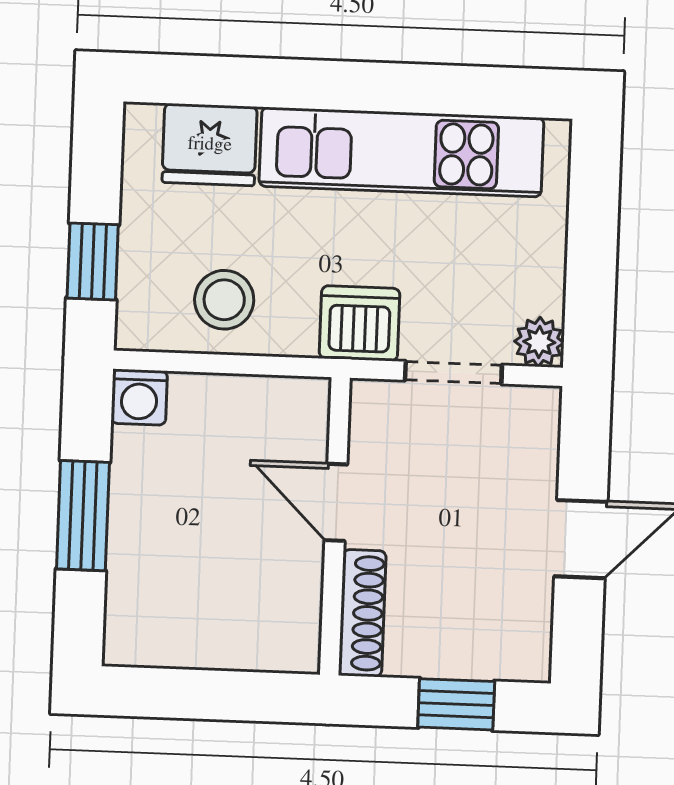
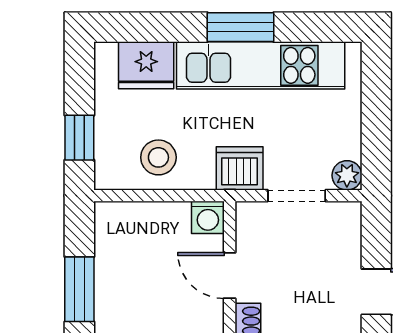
window: (370, 87) -> (241, 27), added
washing machine: (139, 397) -> (208, 217), moved

